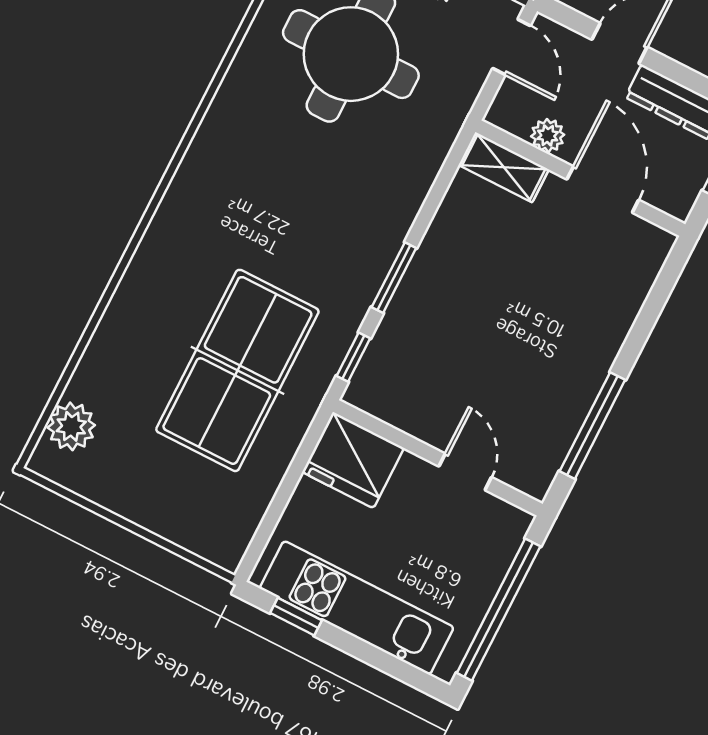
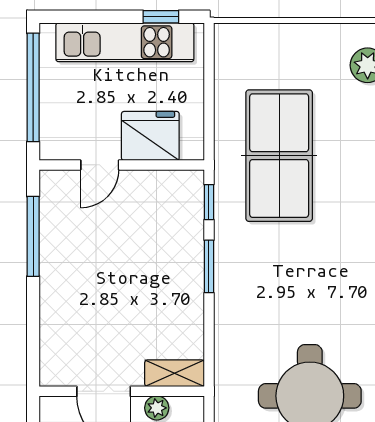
fridge: (353, 460) -> (150, 136), moved
door: (465, 472) -> (100, 165), hinge flipped

